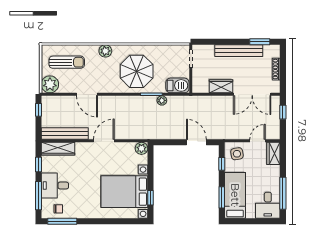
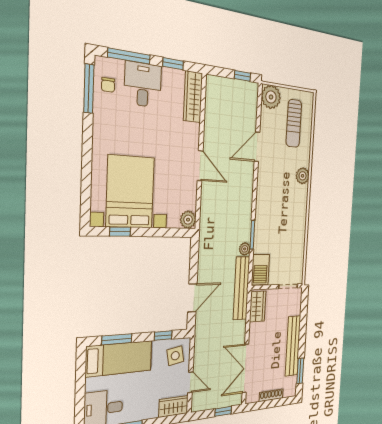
parasol: (137, 71) -> (279, 216), removed
wardrobe: (221, 86) -> (258, 306), moved
bench: (65, 134) -> (241, 288), moved

